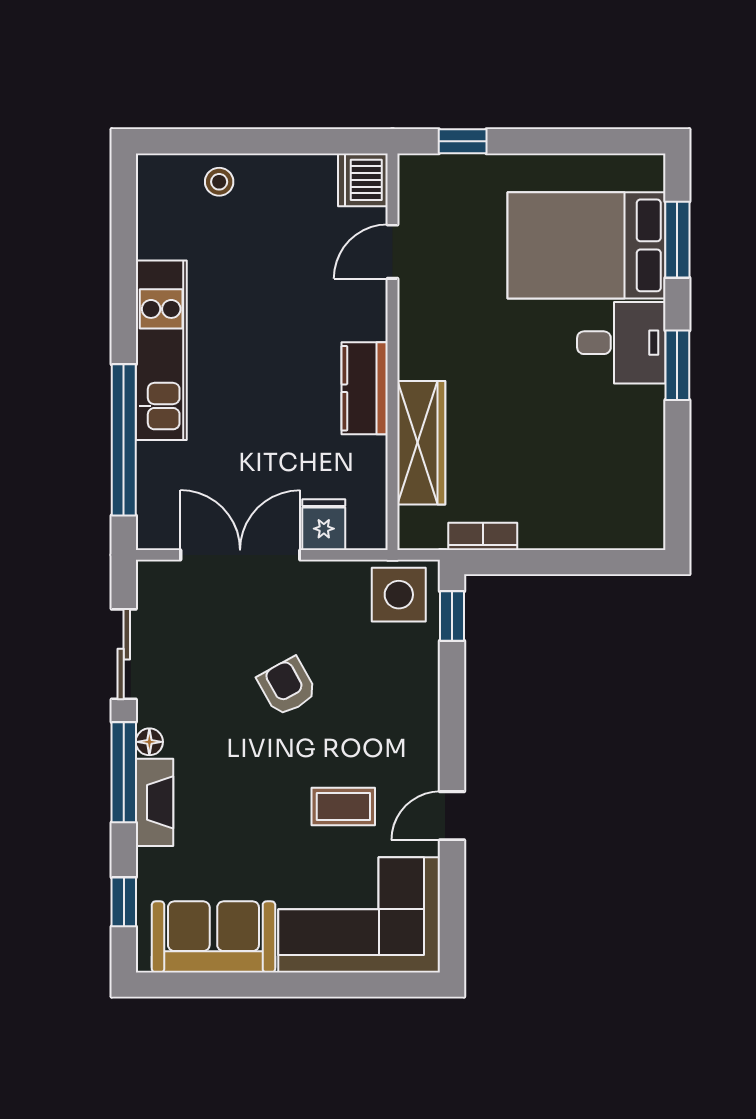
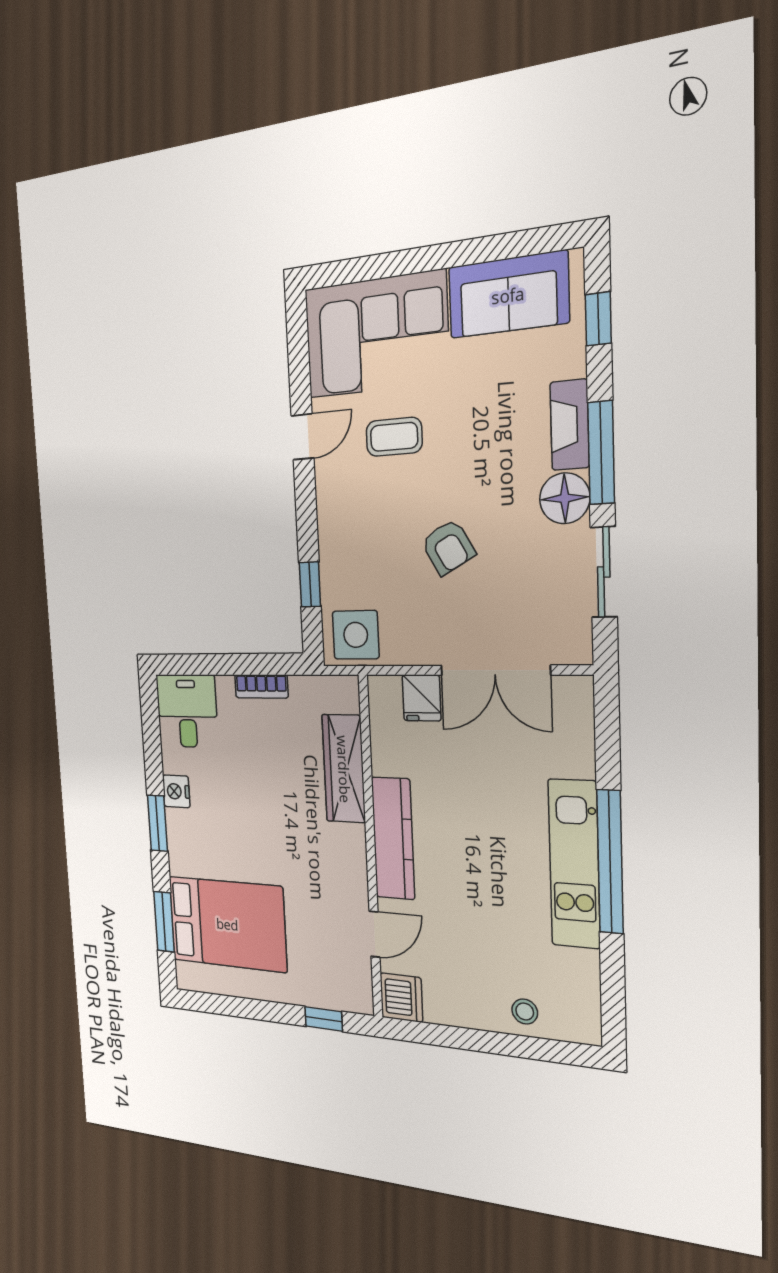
desk: (621, 343) -> (187, 711), moved, turned 90
kitchen counter: (365, 388) -> (393, 838), width x1.50
nightstand: (647, 407) -> (176, 791), added
window: (124, 440) -> (610, 862), moved
bookcase: (483, 536) -> (261, 686), moved
window: (452, 616) -> (310, 584), moved
floor lamp: (149, 742) -> (565, 498), width x1.89, depth x1.89

